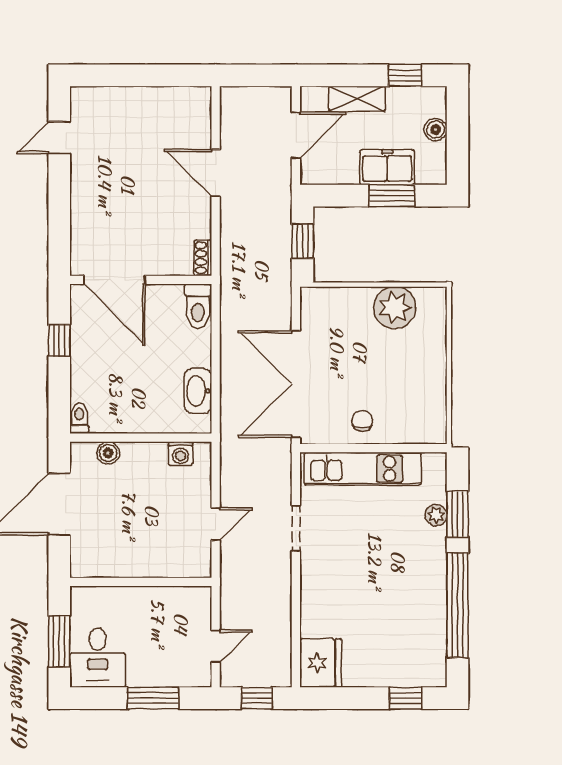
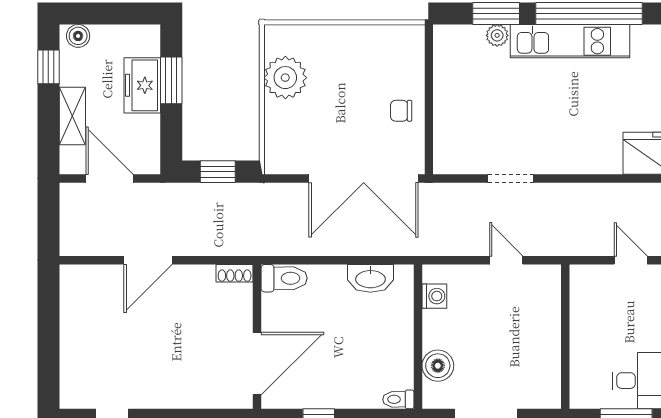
boiler: (436, 130) -> (78, 36), moved
boiler: (108, 453) -> (438, 366), width x1.36, depth x1.36
kitchen unit: (363, 469) -> (570, 41), moved, turned 90

